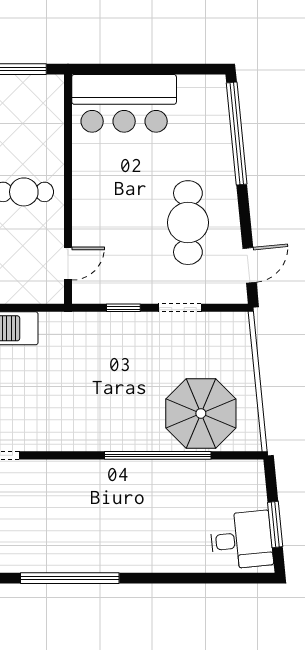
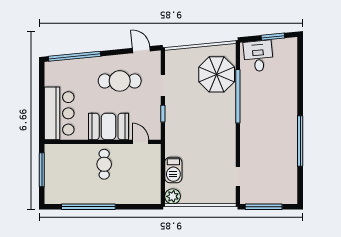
booth: (98, 201) -> (109, 127), added
desk: (241, 540) -> (258, 56), moved

